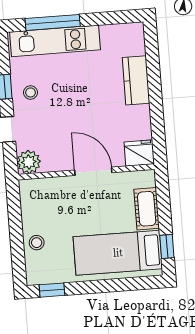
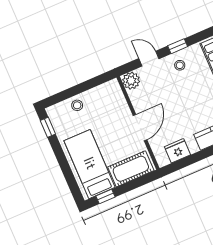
fridge: (139, 153) -> (177, 151), moved, turned -90
cot: (147, 209) -> (131, 169), width x1.37, depth x1.34

